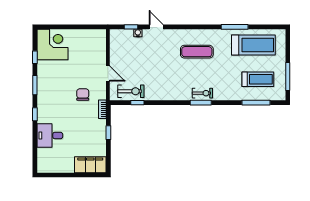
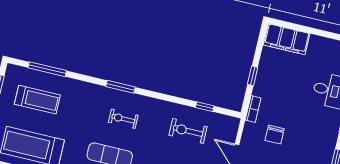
treadmill: (258, 79) -> (37, 100), turned 180
exercise bike: (131, 91) -> (188, 131), moved
exercise bike: (202, 93) -> (123, 119), moved

